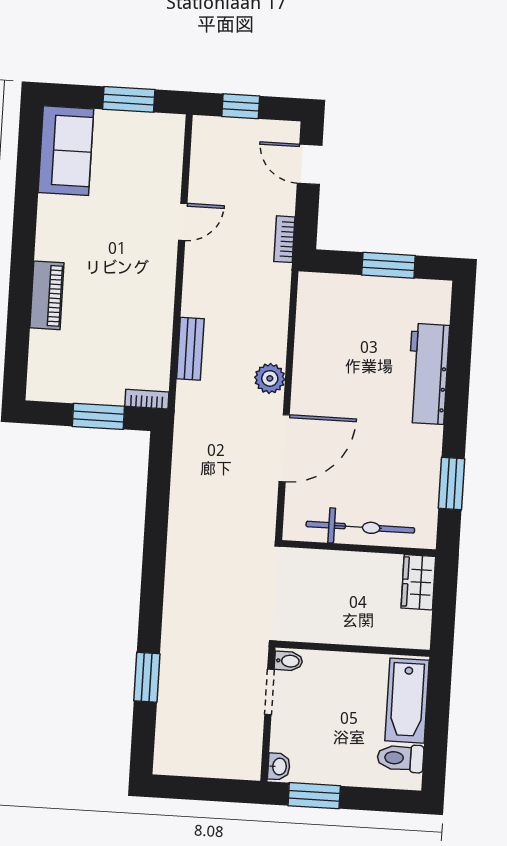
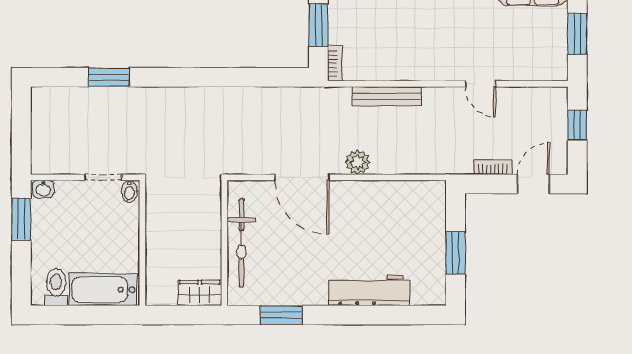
bookcase: (284, 239) -> (493, 167), moved
bench: (190, 349) -> (387, 96), width x1.36

